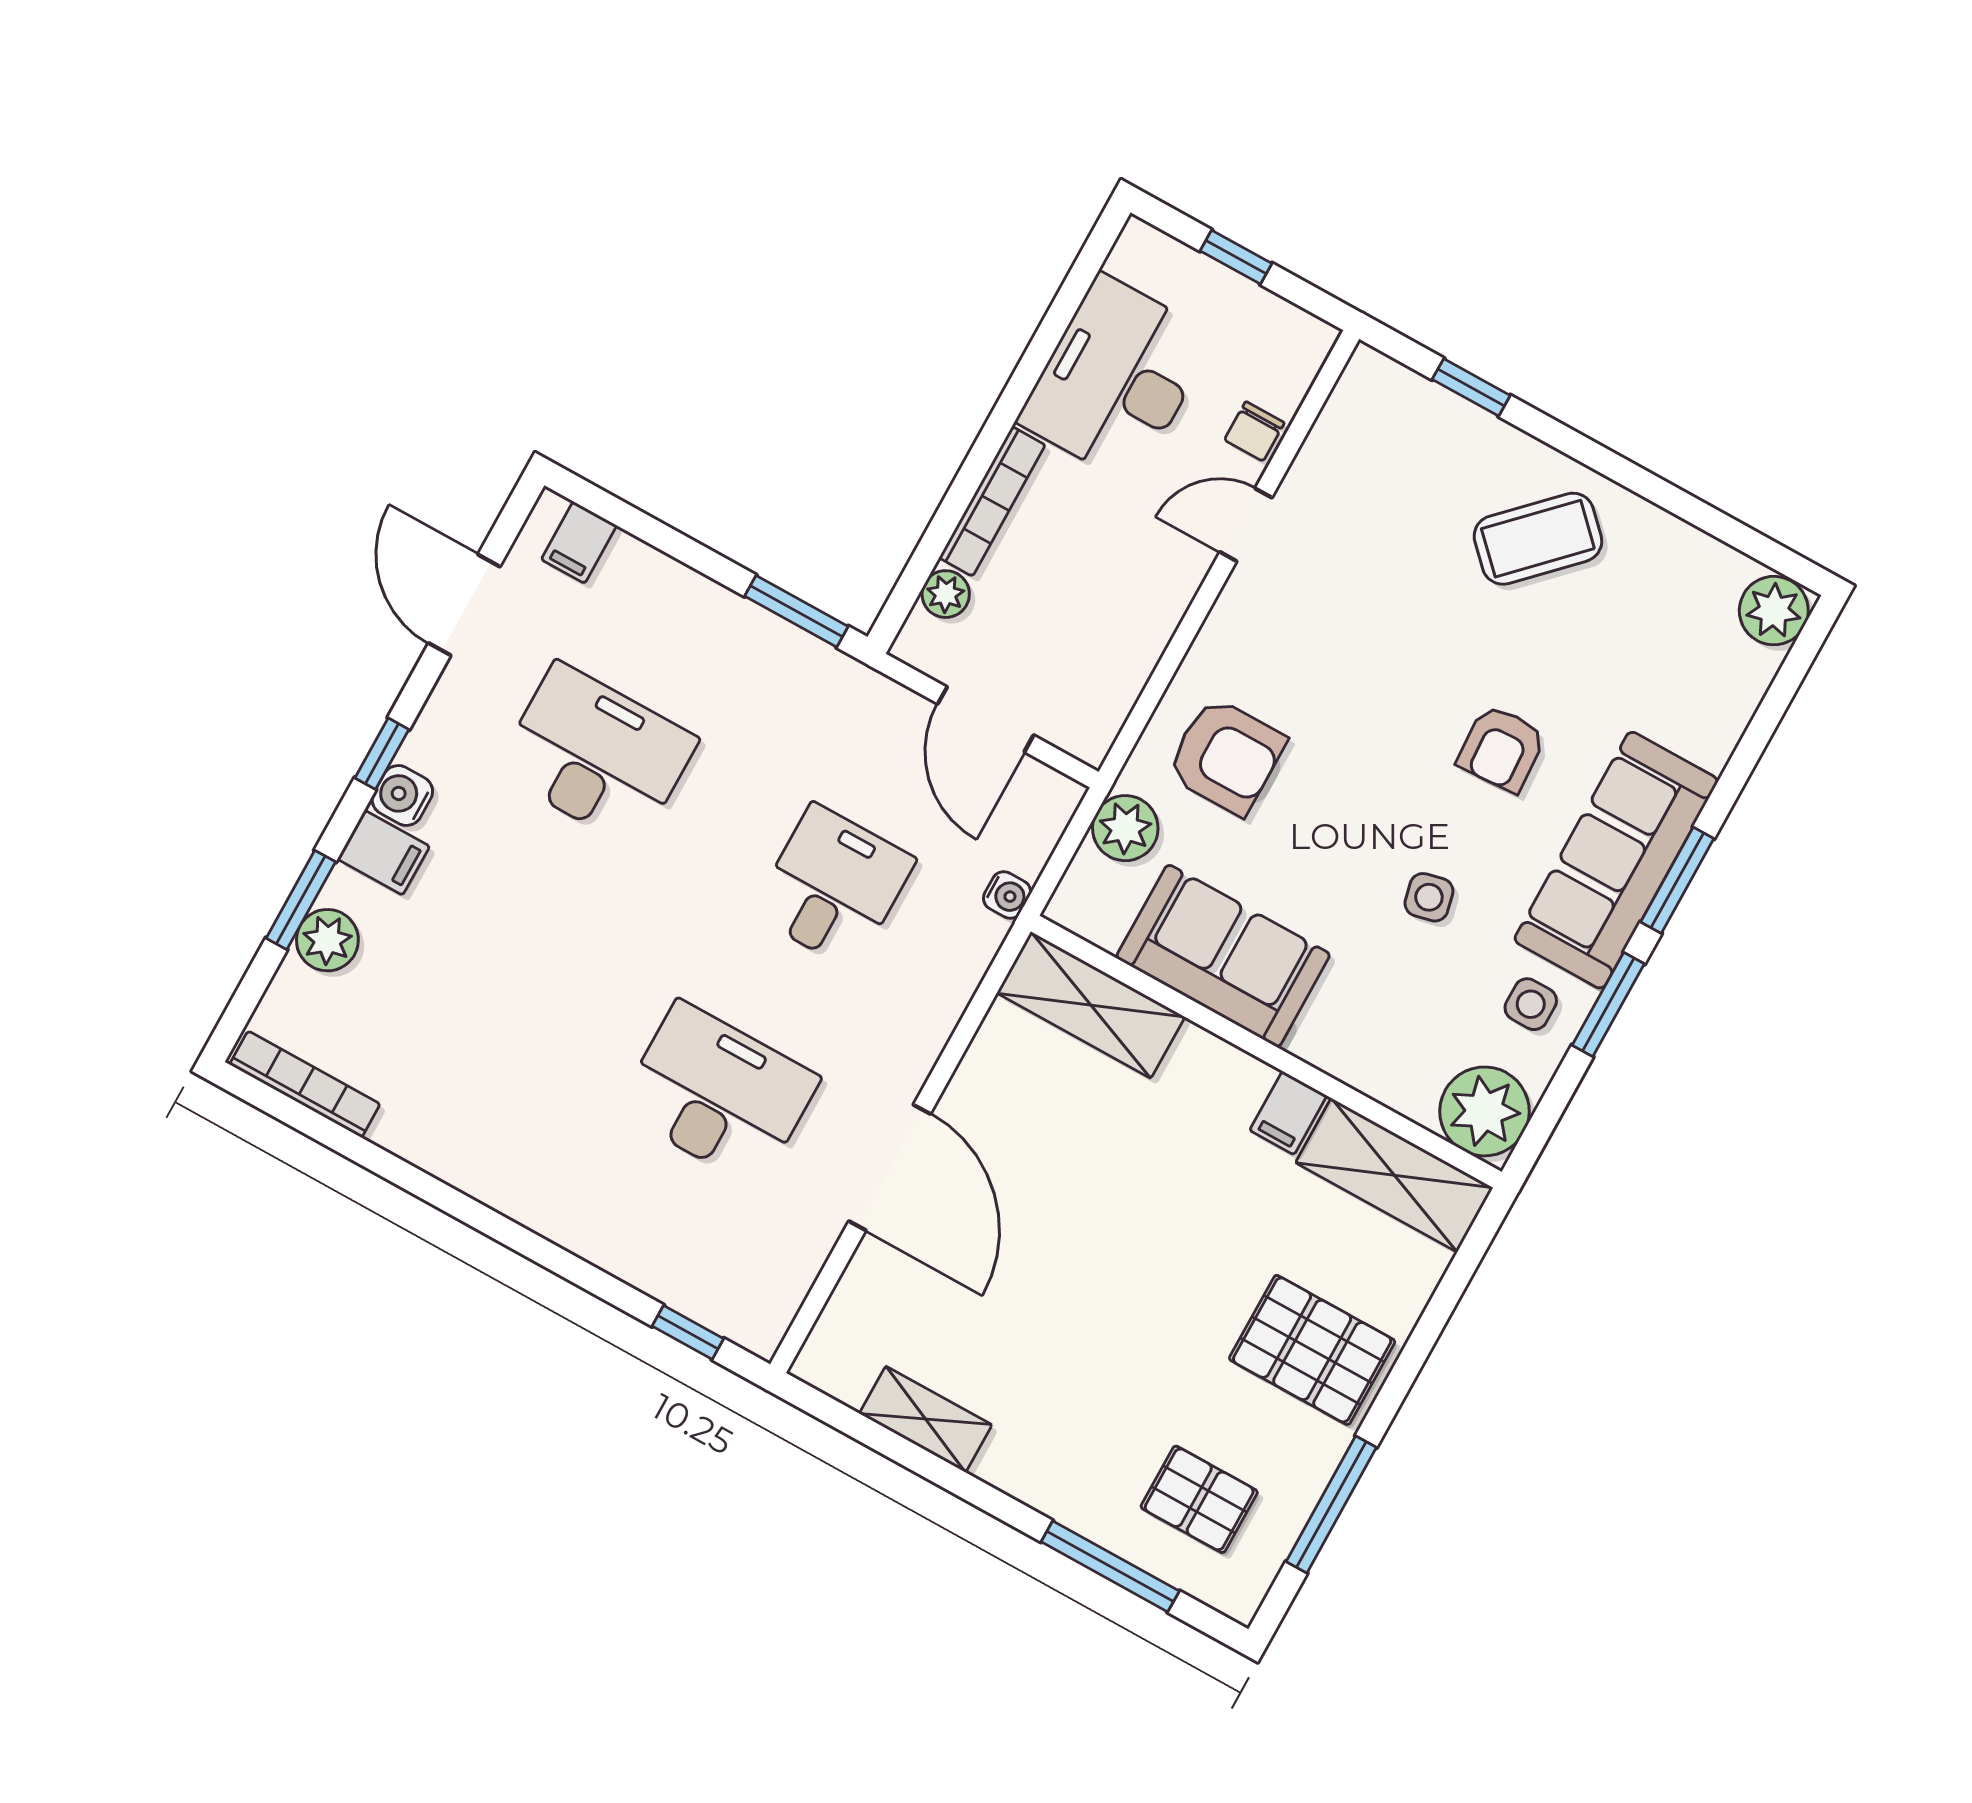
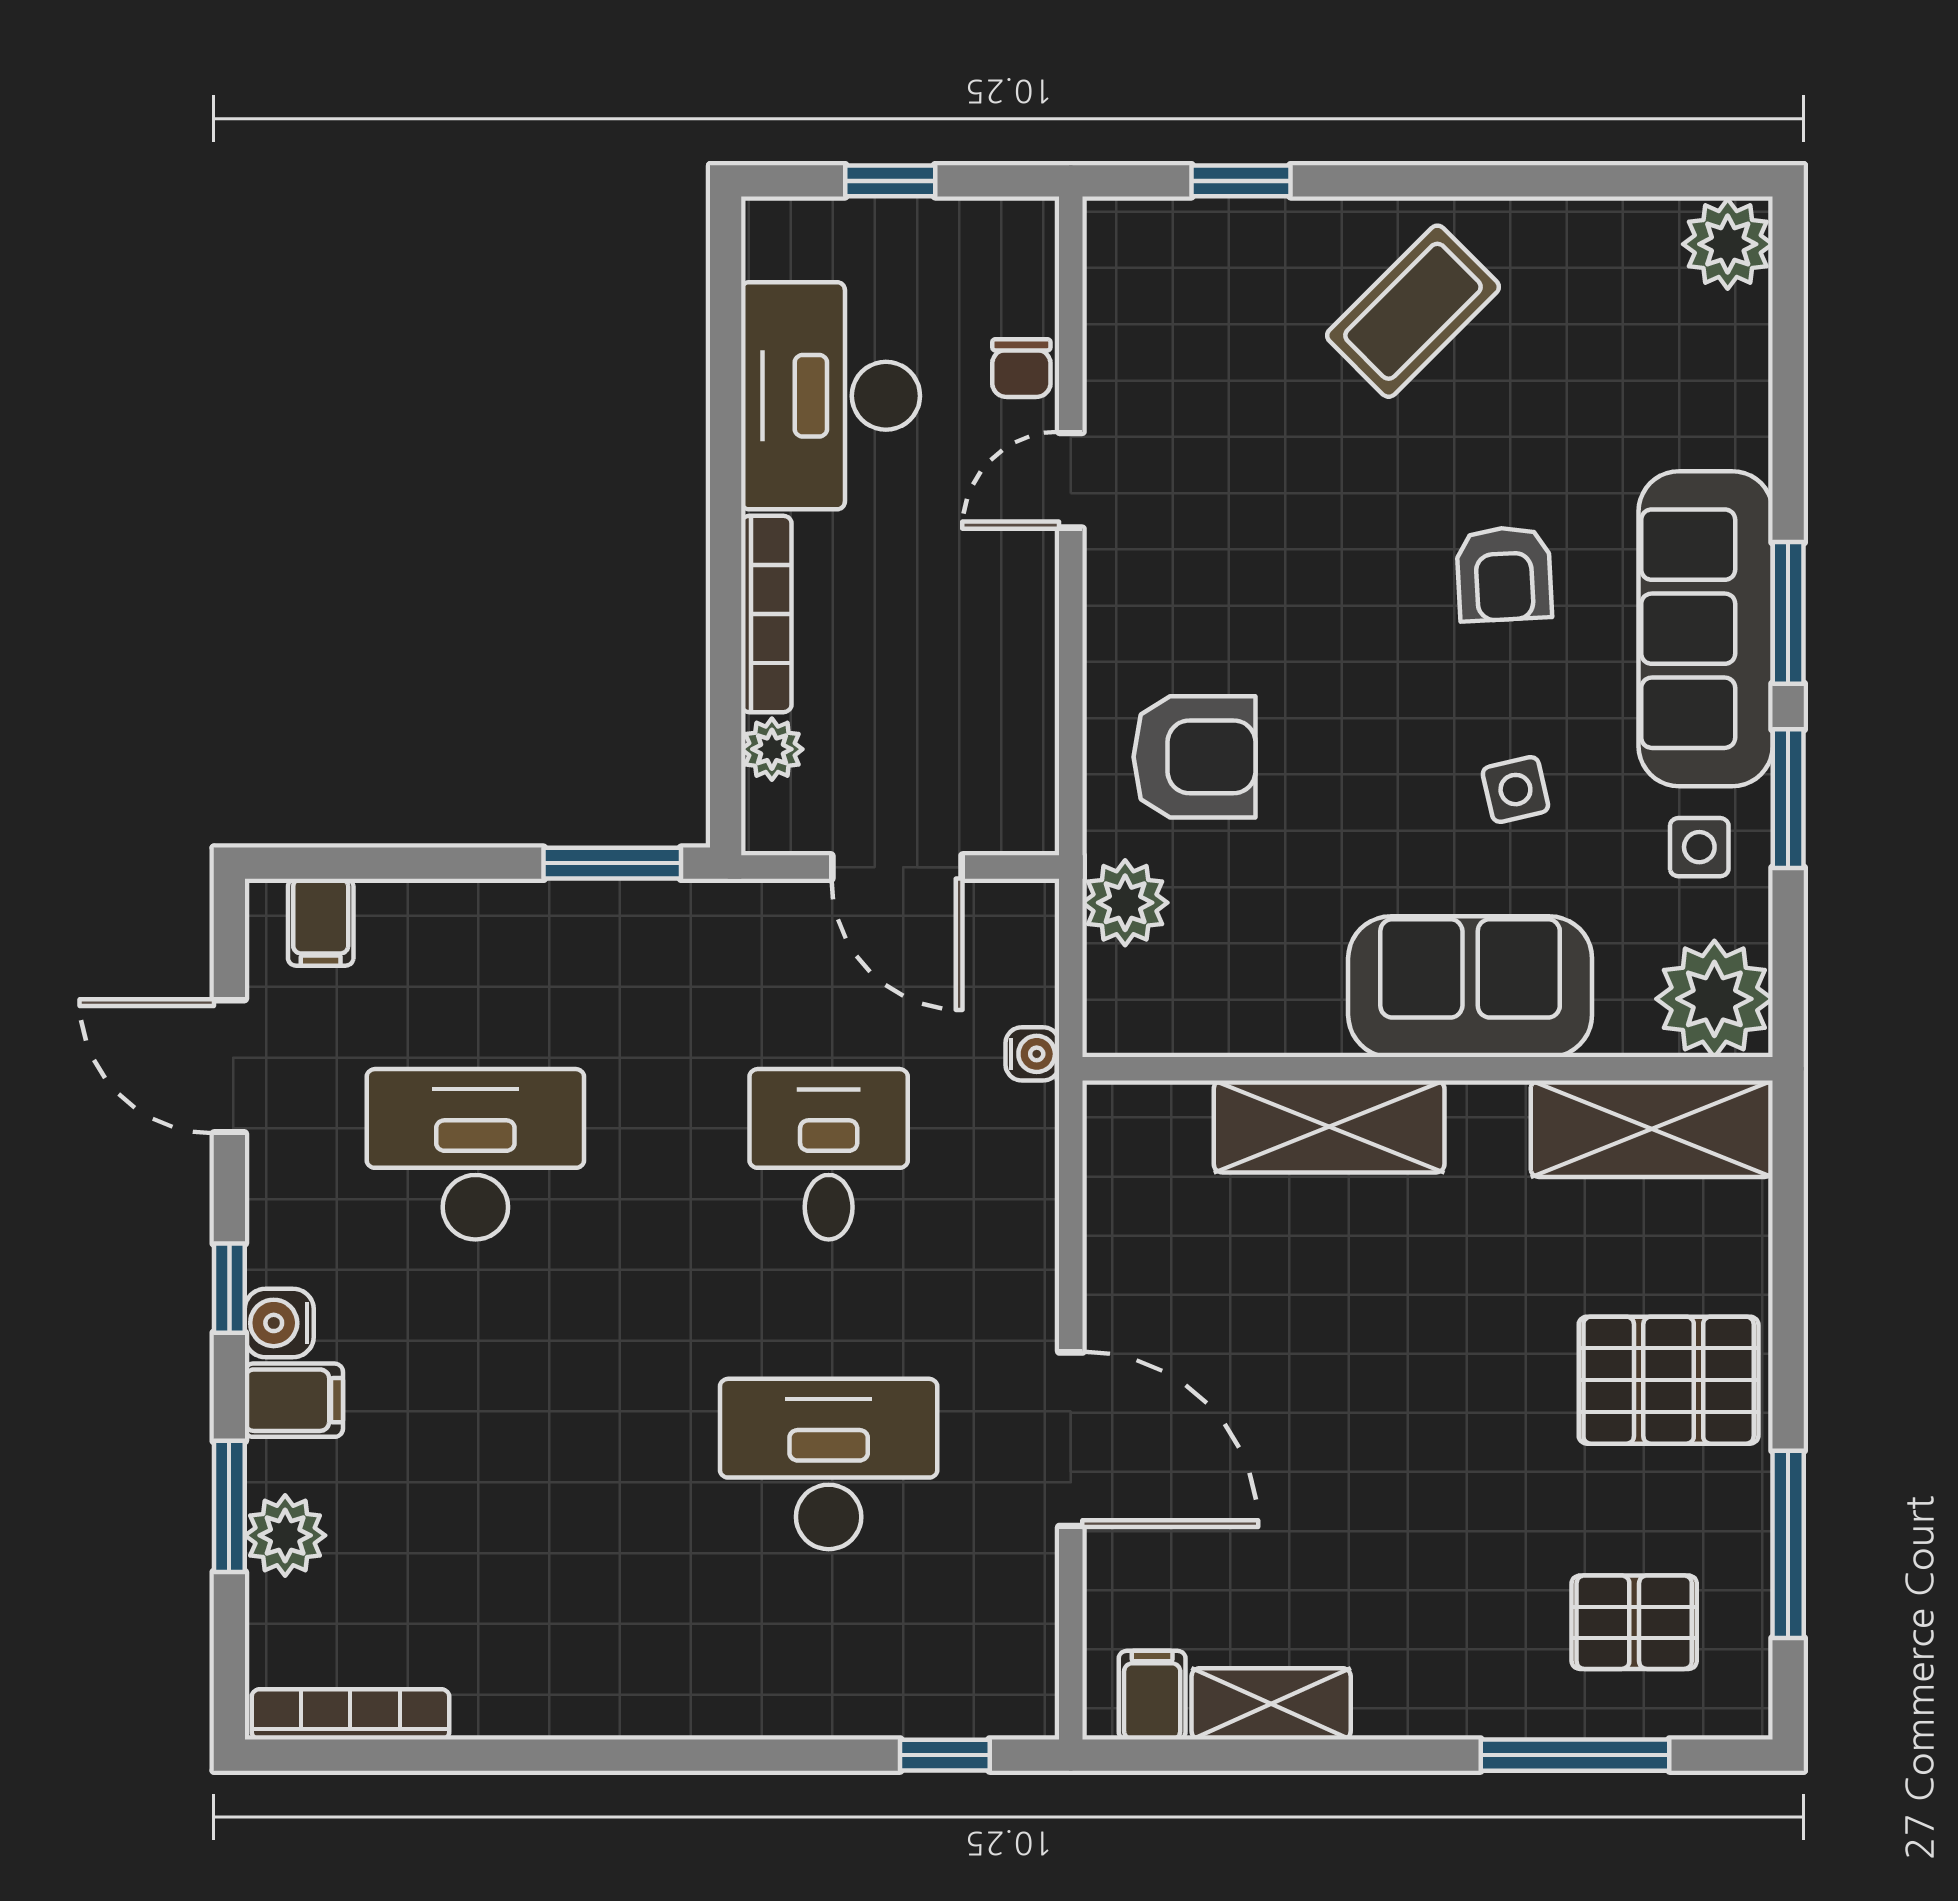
sofa: (1223, 956) -> (1470, 987), moved
shelving: (1091, 1005) -> (1329, 1126), moved
filing cabinet: (1288, 1113) -> (1152, 1695), moved, turned 180

